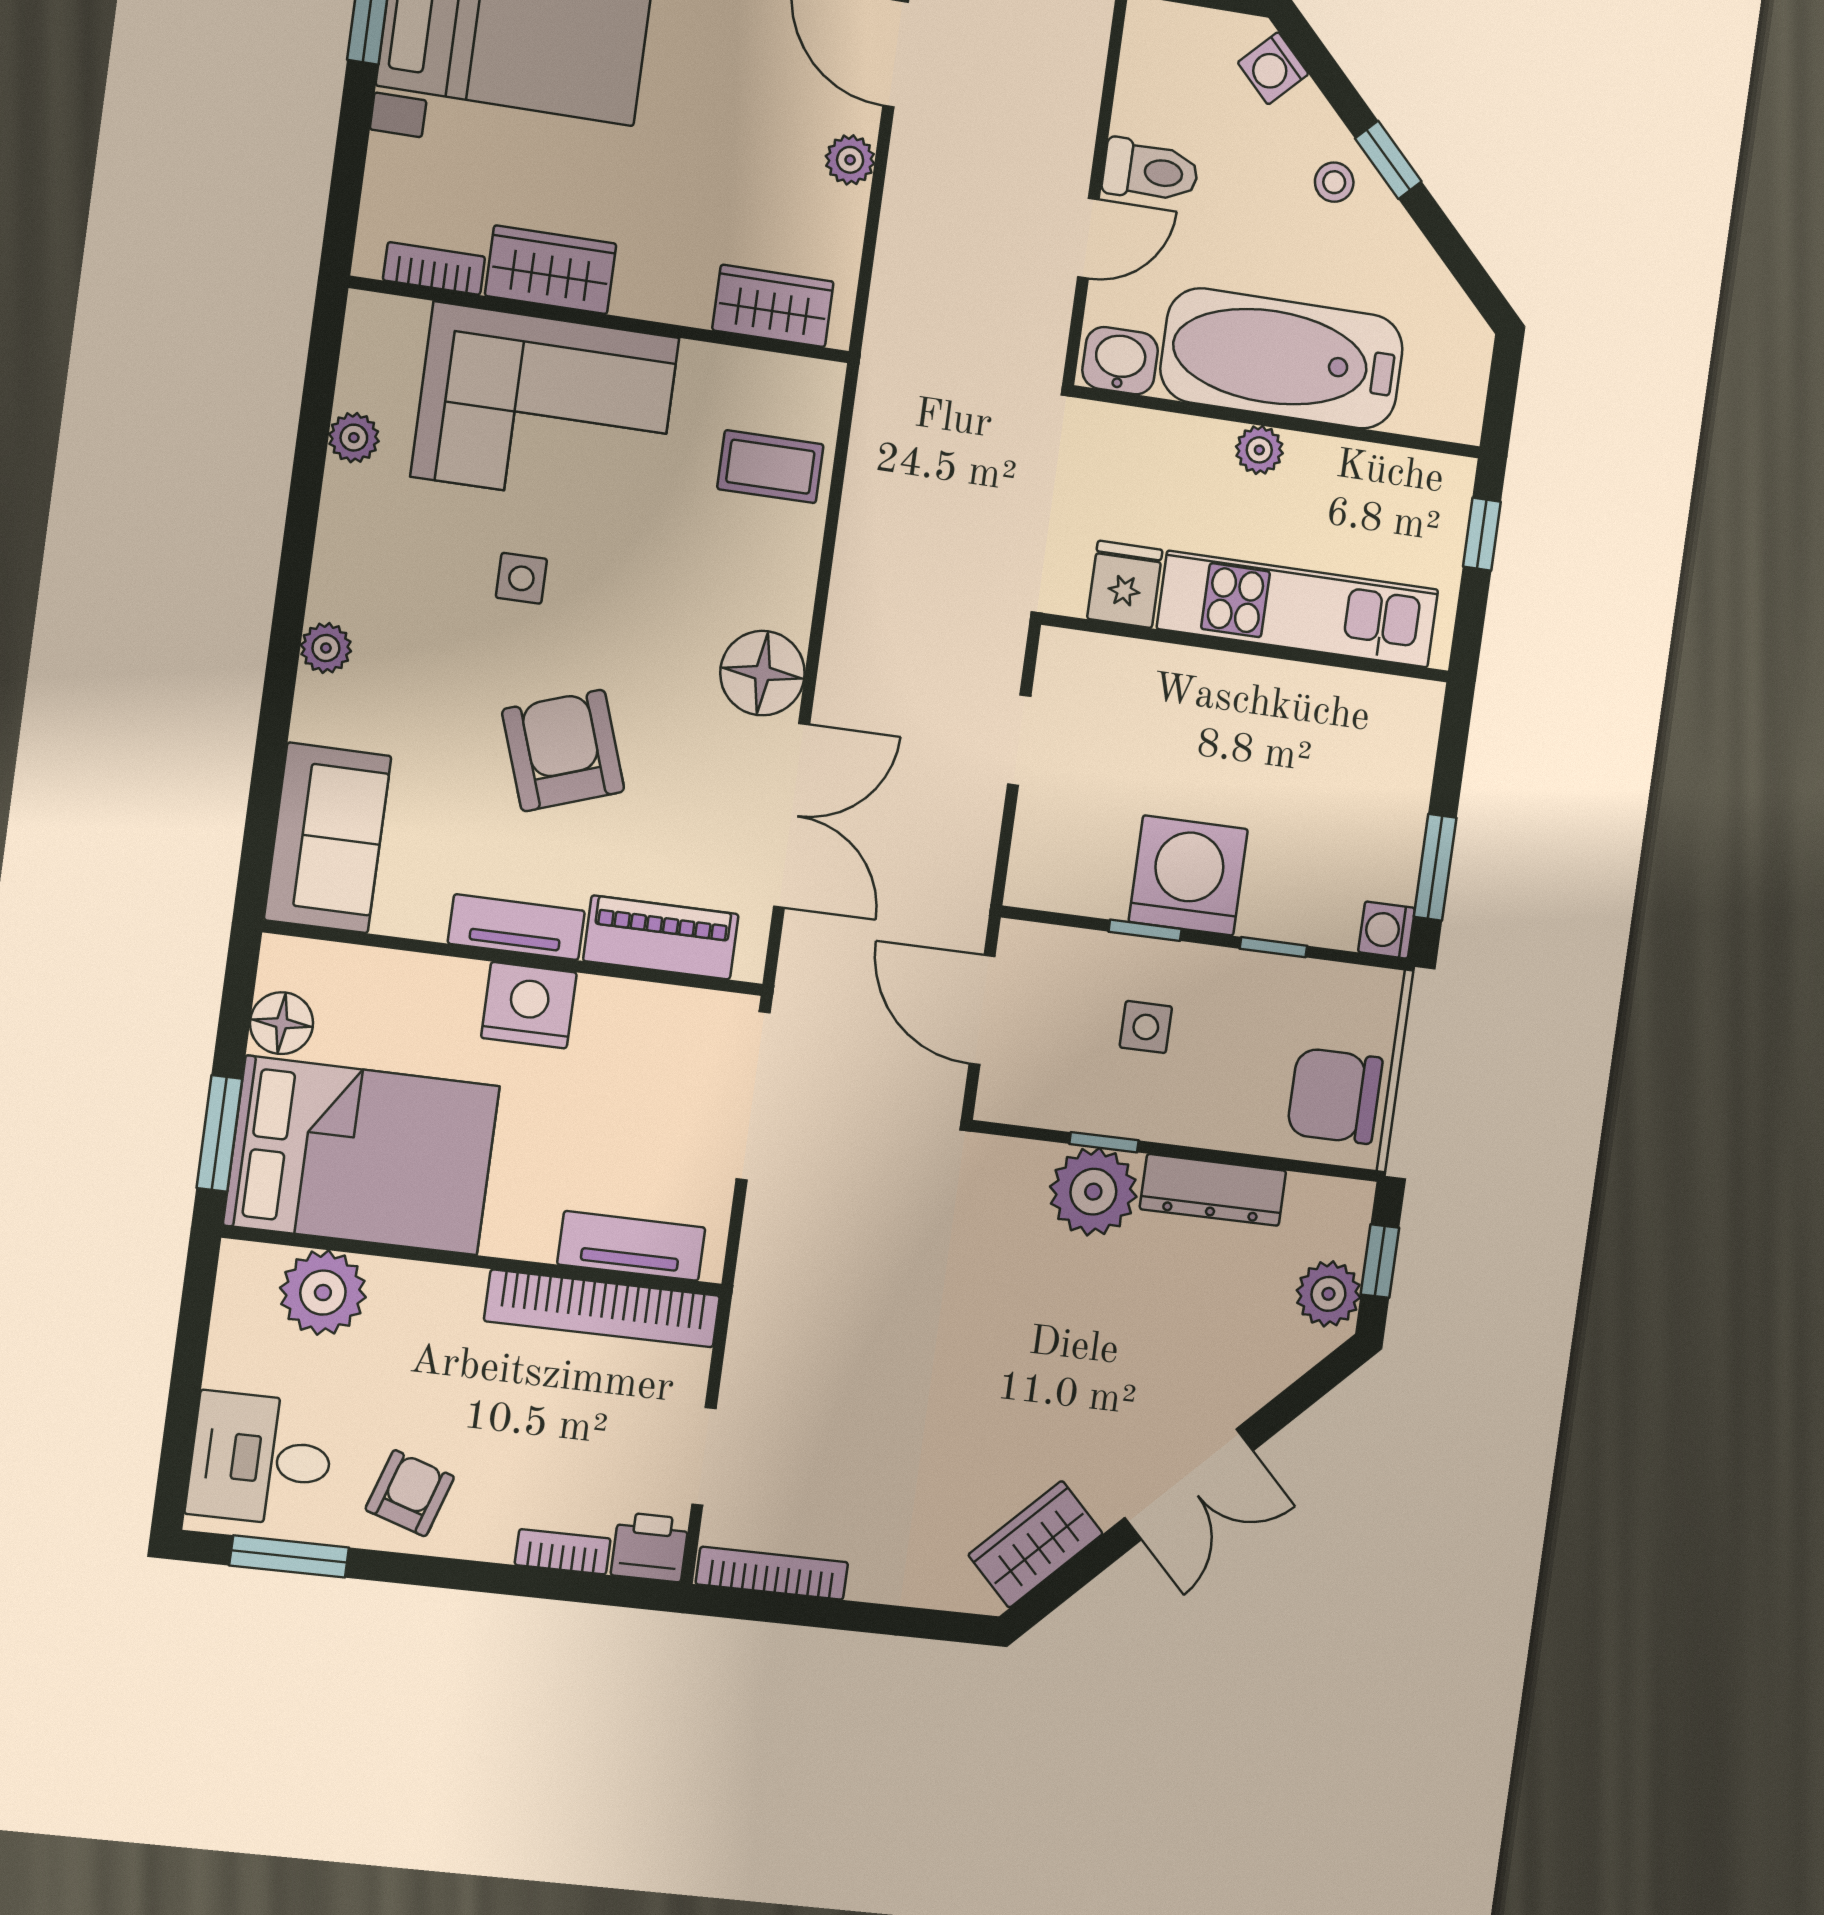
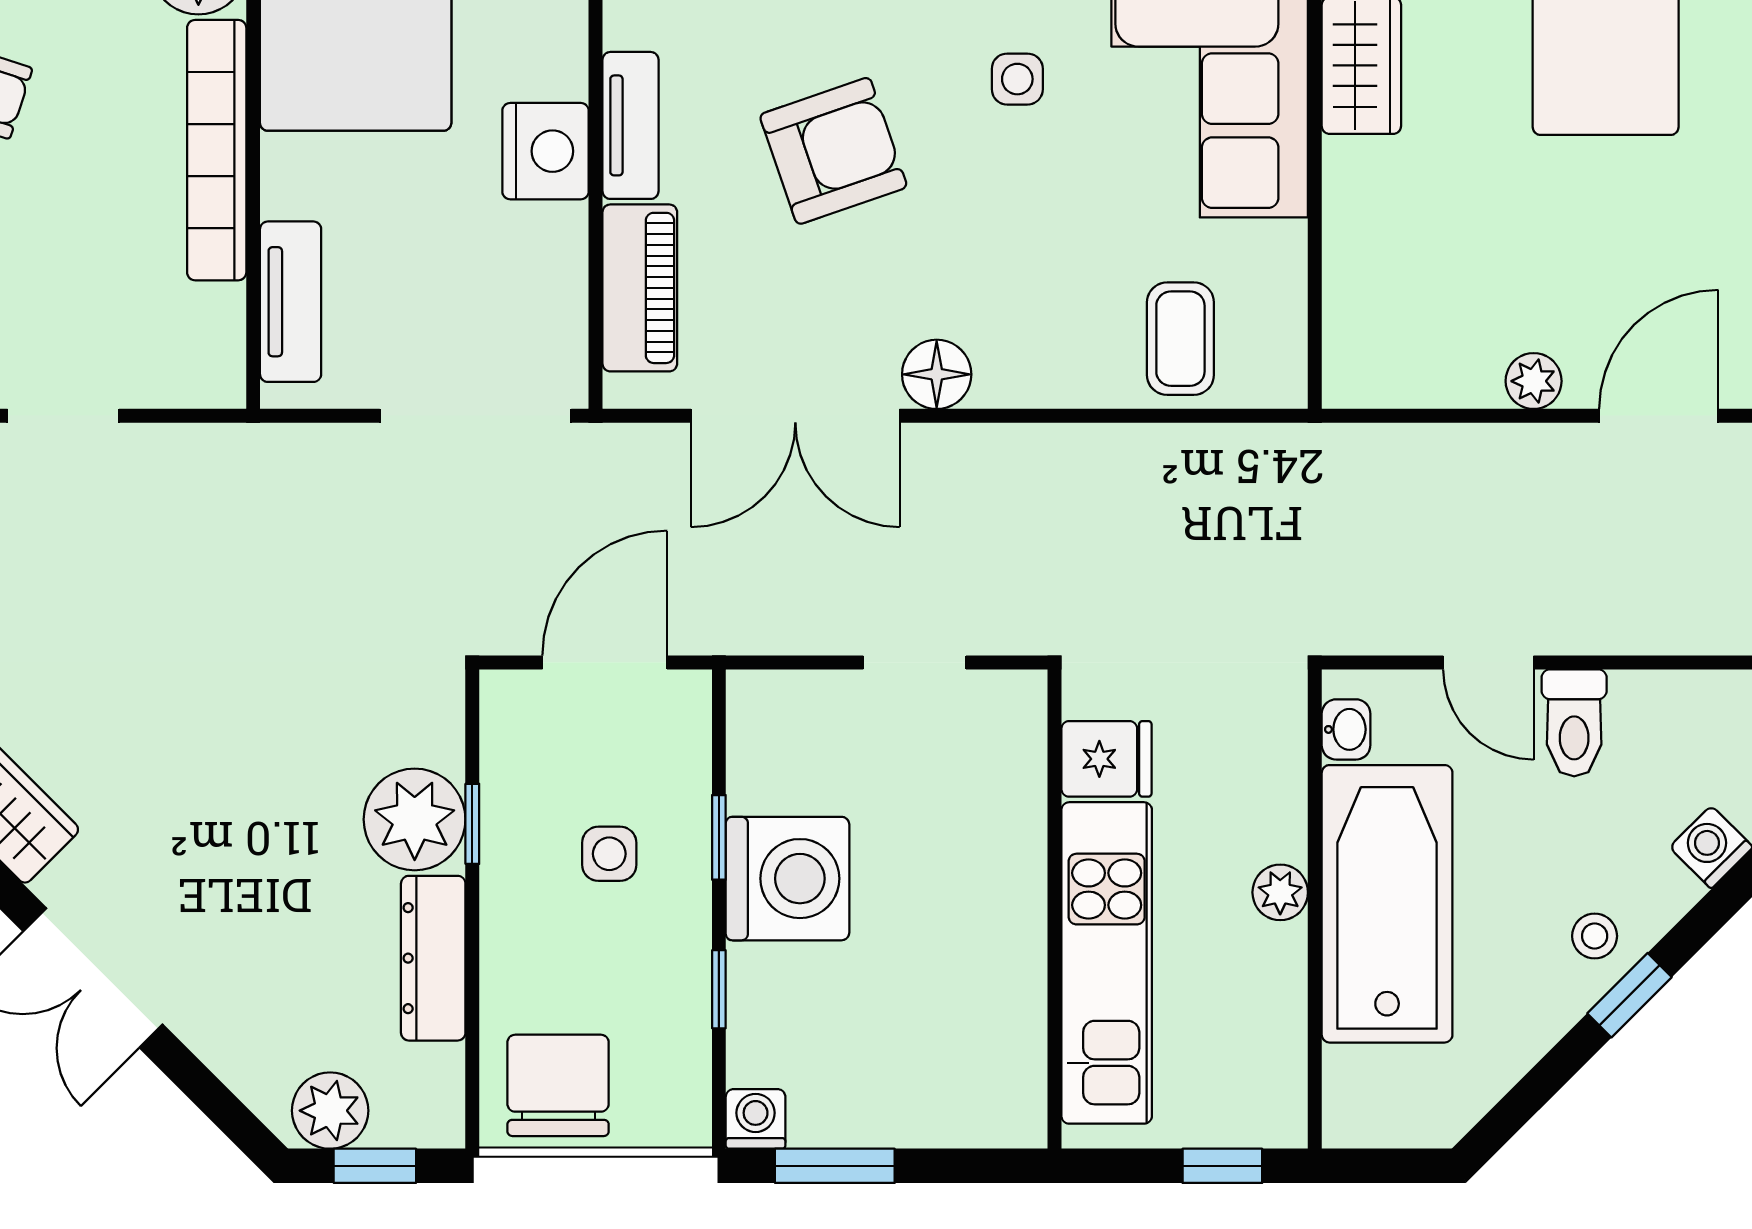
wardrobe: (773, 306) -> (1359, 317), removed
washbasin: (1120, 361) -> (1346, 729), width x0.72, depth x0.69
floor lamp: (762, 673) -> (937, 374), width x0.73, depth x0.73
bookcase: (602, 1308) -> (217, 150), moved

